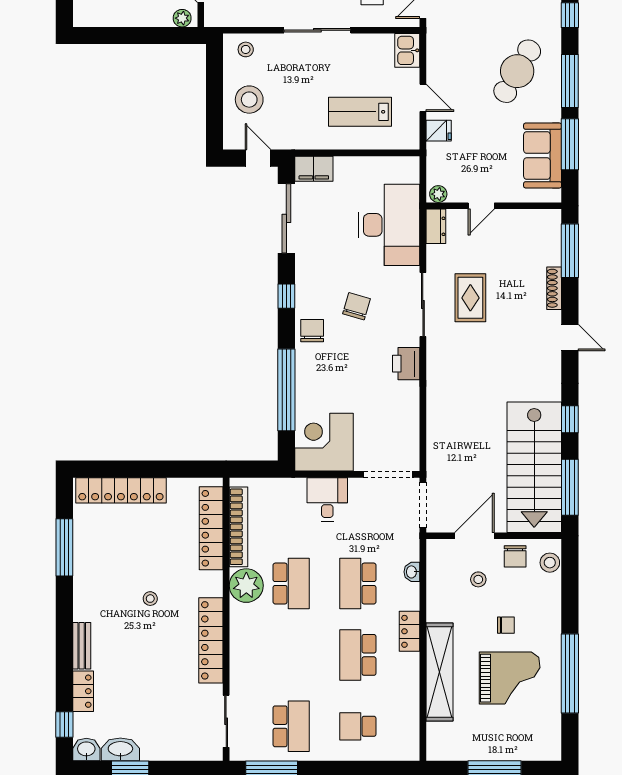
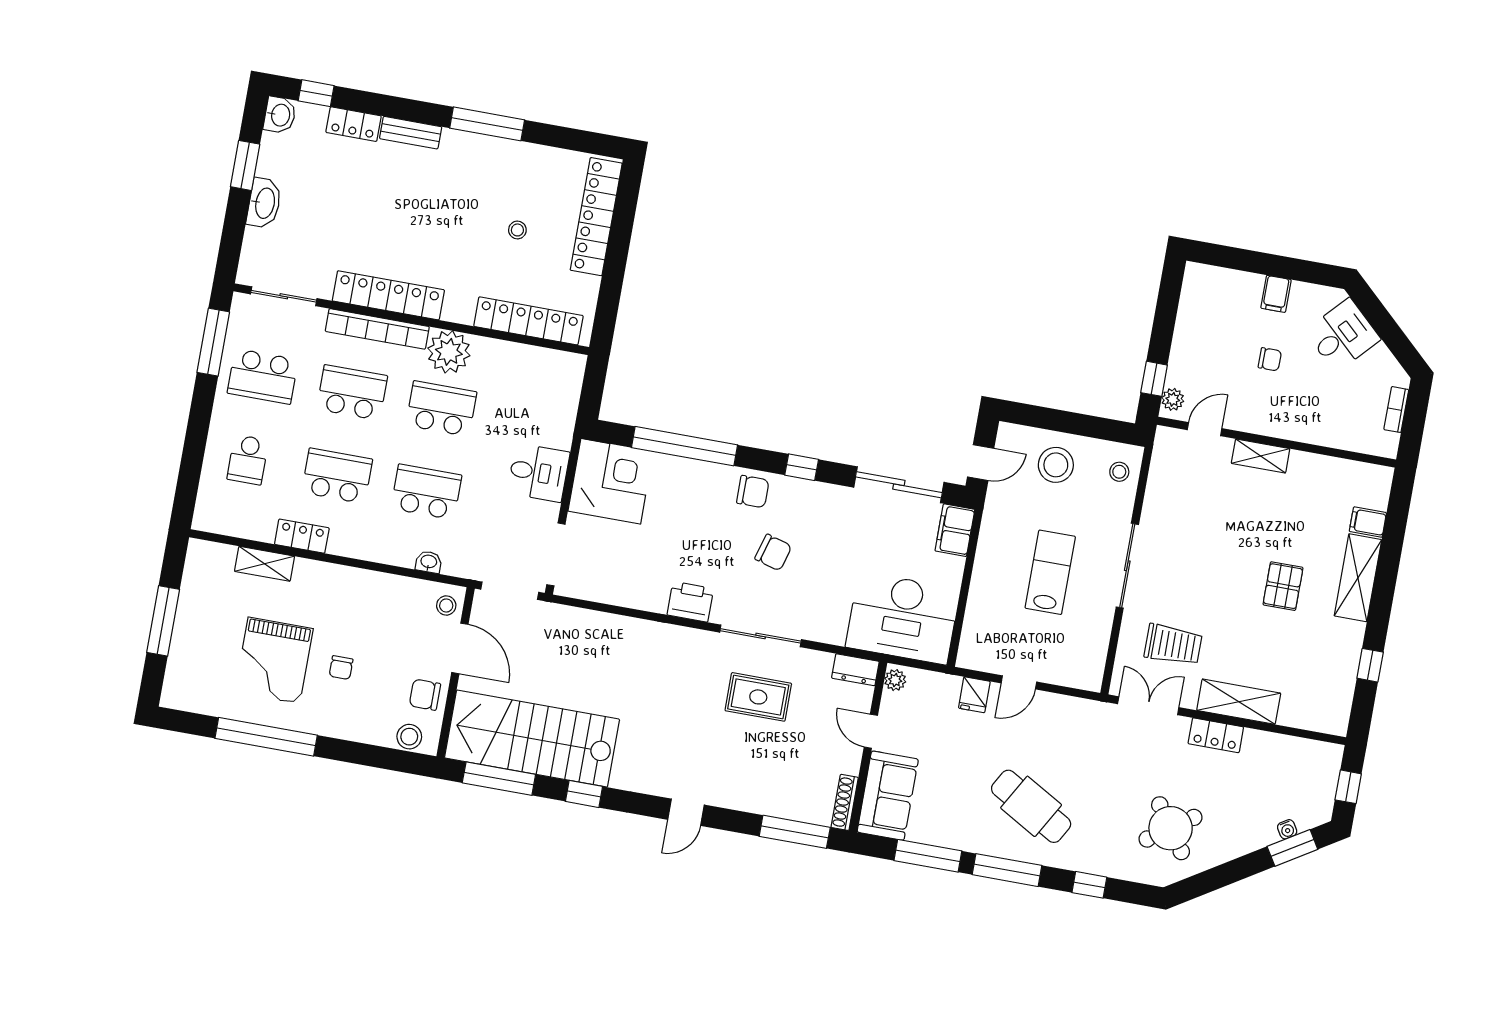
window: (169, 35) -> (1154, 379), added
kitchen sink: (407, 50) -> (1082, 674), removed
lab bench: (360, 112) -> (1050, 572), moved
sofa: (543, 156) -> (888, 796), moved, turned 90
desk: (389, 225) -> (903, 618), moved
shoe rack: (554, 288) -> (845, 802), moved, turned -90
bookcase: (238, 527) -> (377, 329), moved
window: (64, 547) -> (487, 124), moved
stool: (478, 579) -> (446, 606), moved
school desk: (291, 584) -> (441, 409), turned 180
stool: (150, 599) -> (517, 230), moved
locker: (410, 631) -> (302, 536), moved
school desk: (291, 655) -> (352, 392), added
shelving: (439, 672) -> (265, 564), width x0.45, depth x0.75
school desk: (358, 726) -> (248, 460), turned 180
washbasin: (120, 749) -> (264, 203), moved

